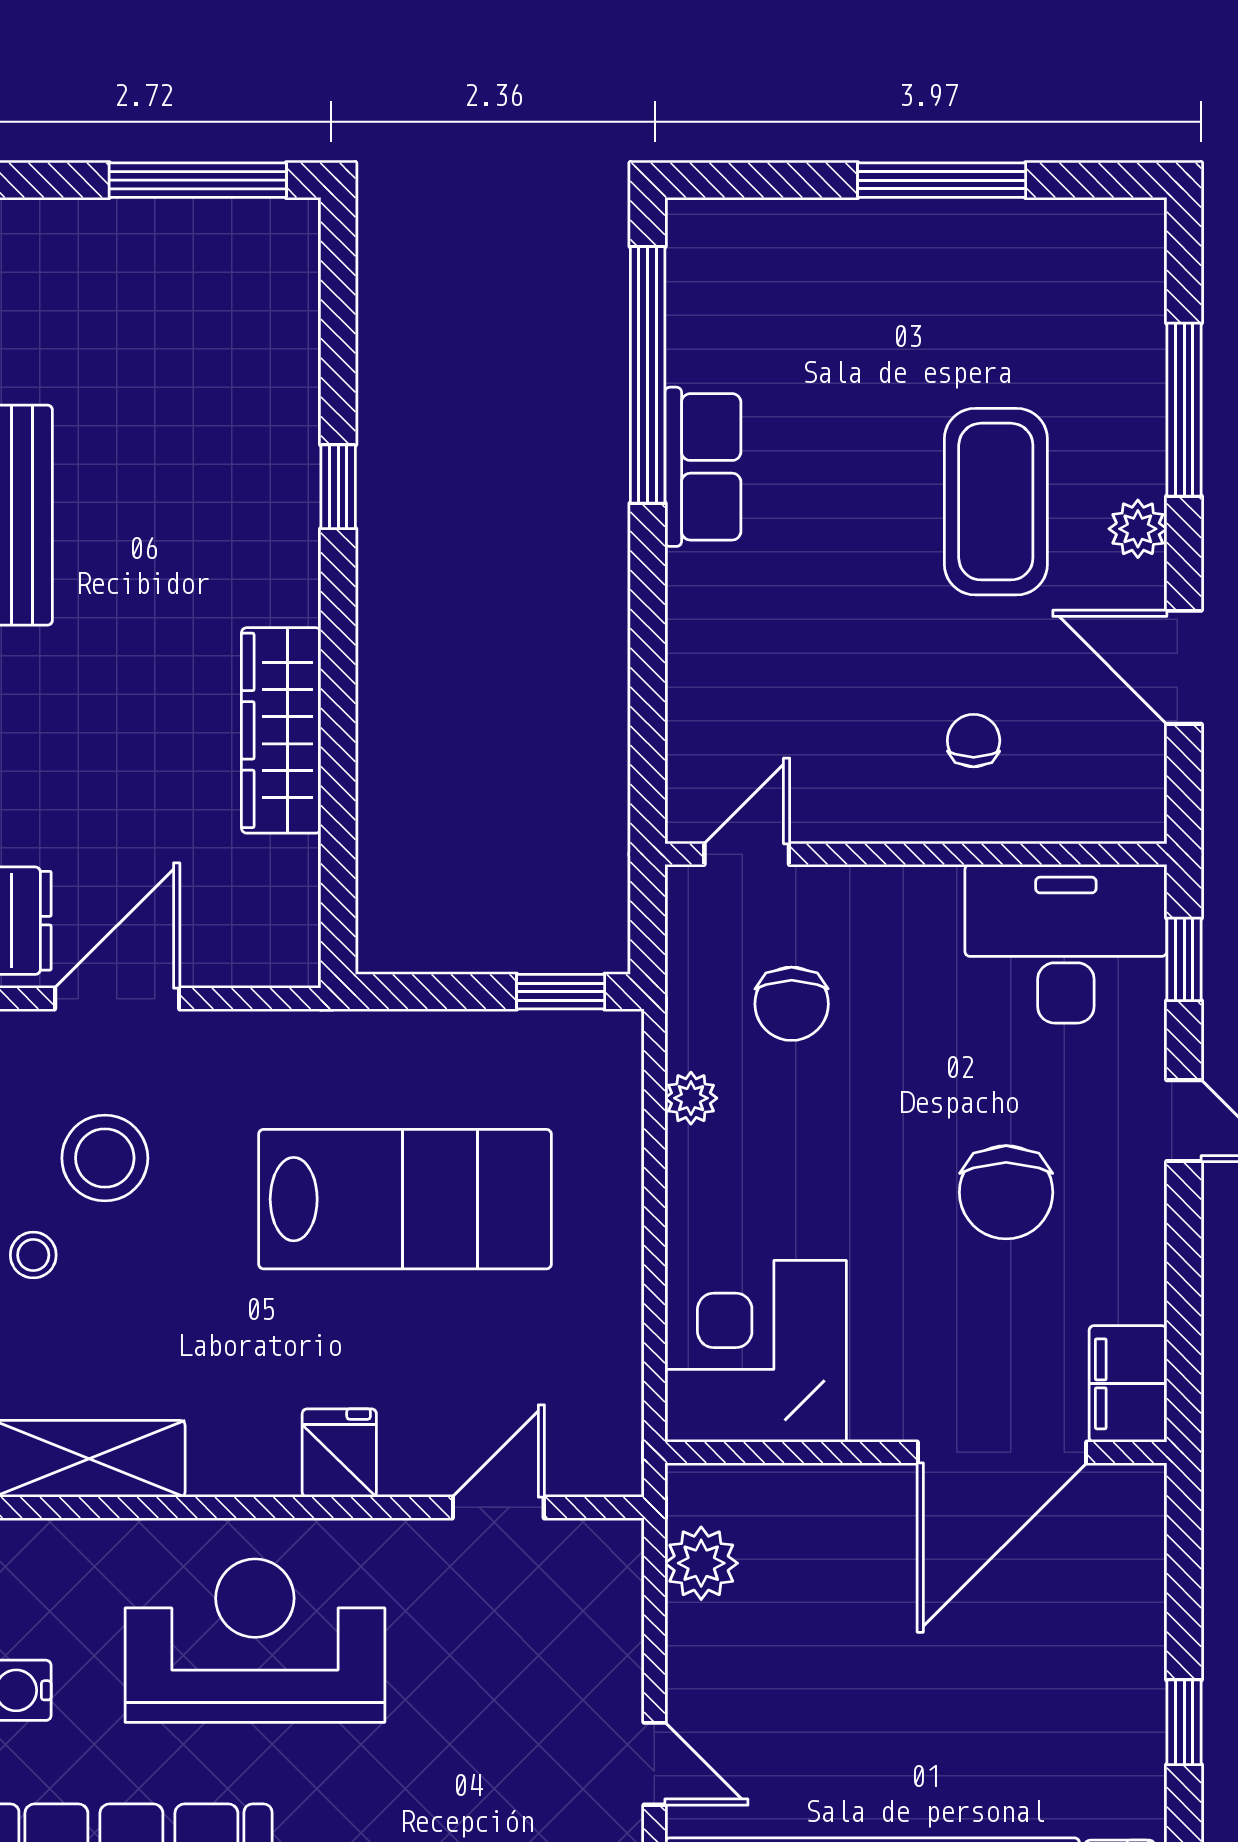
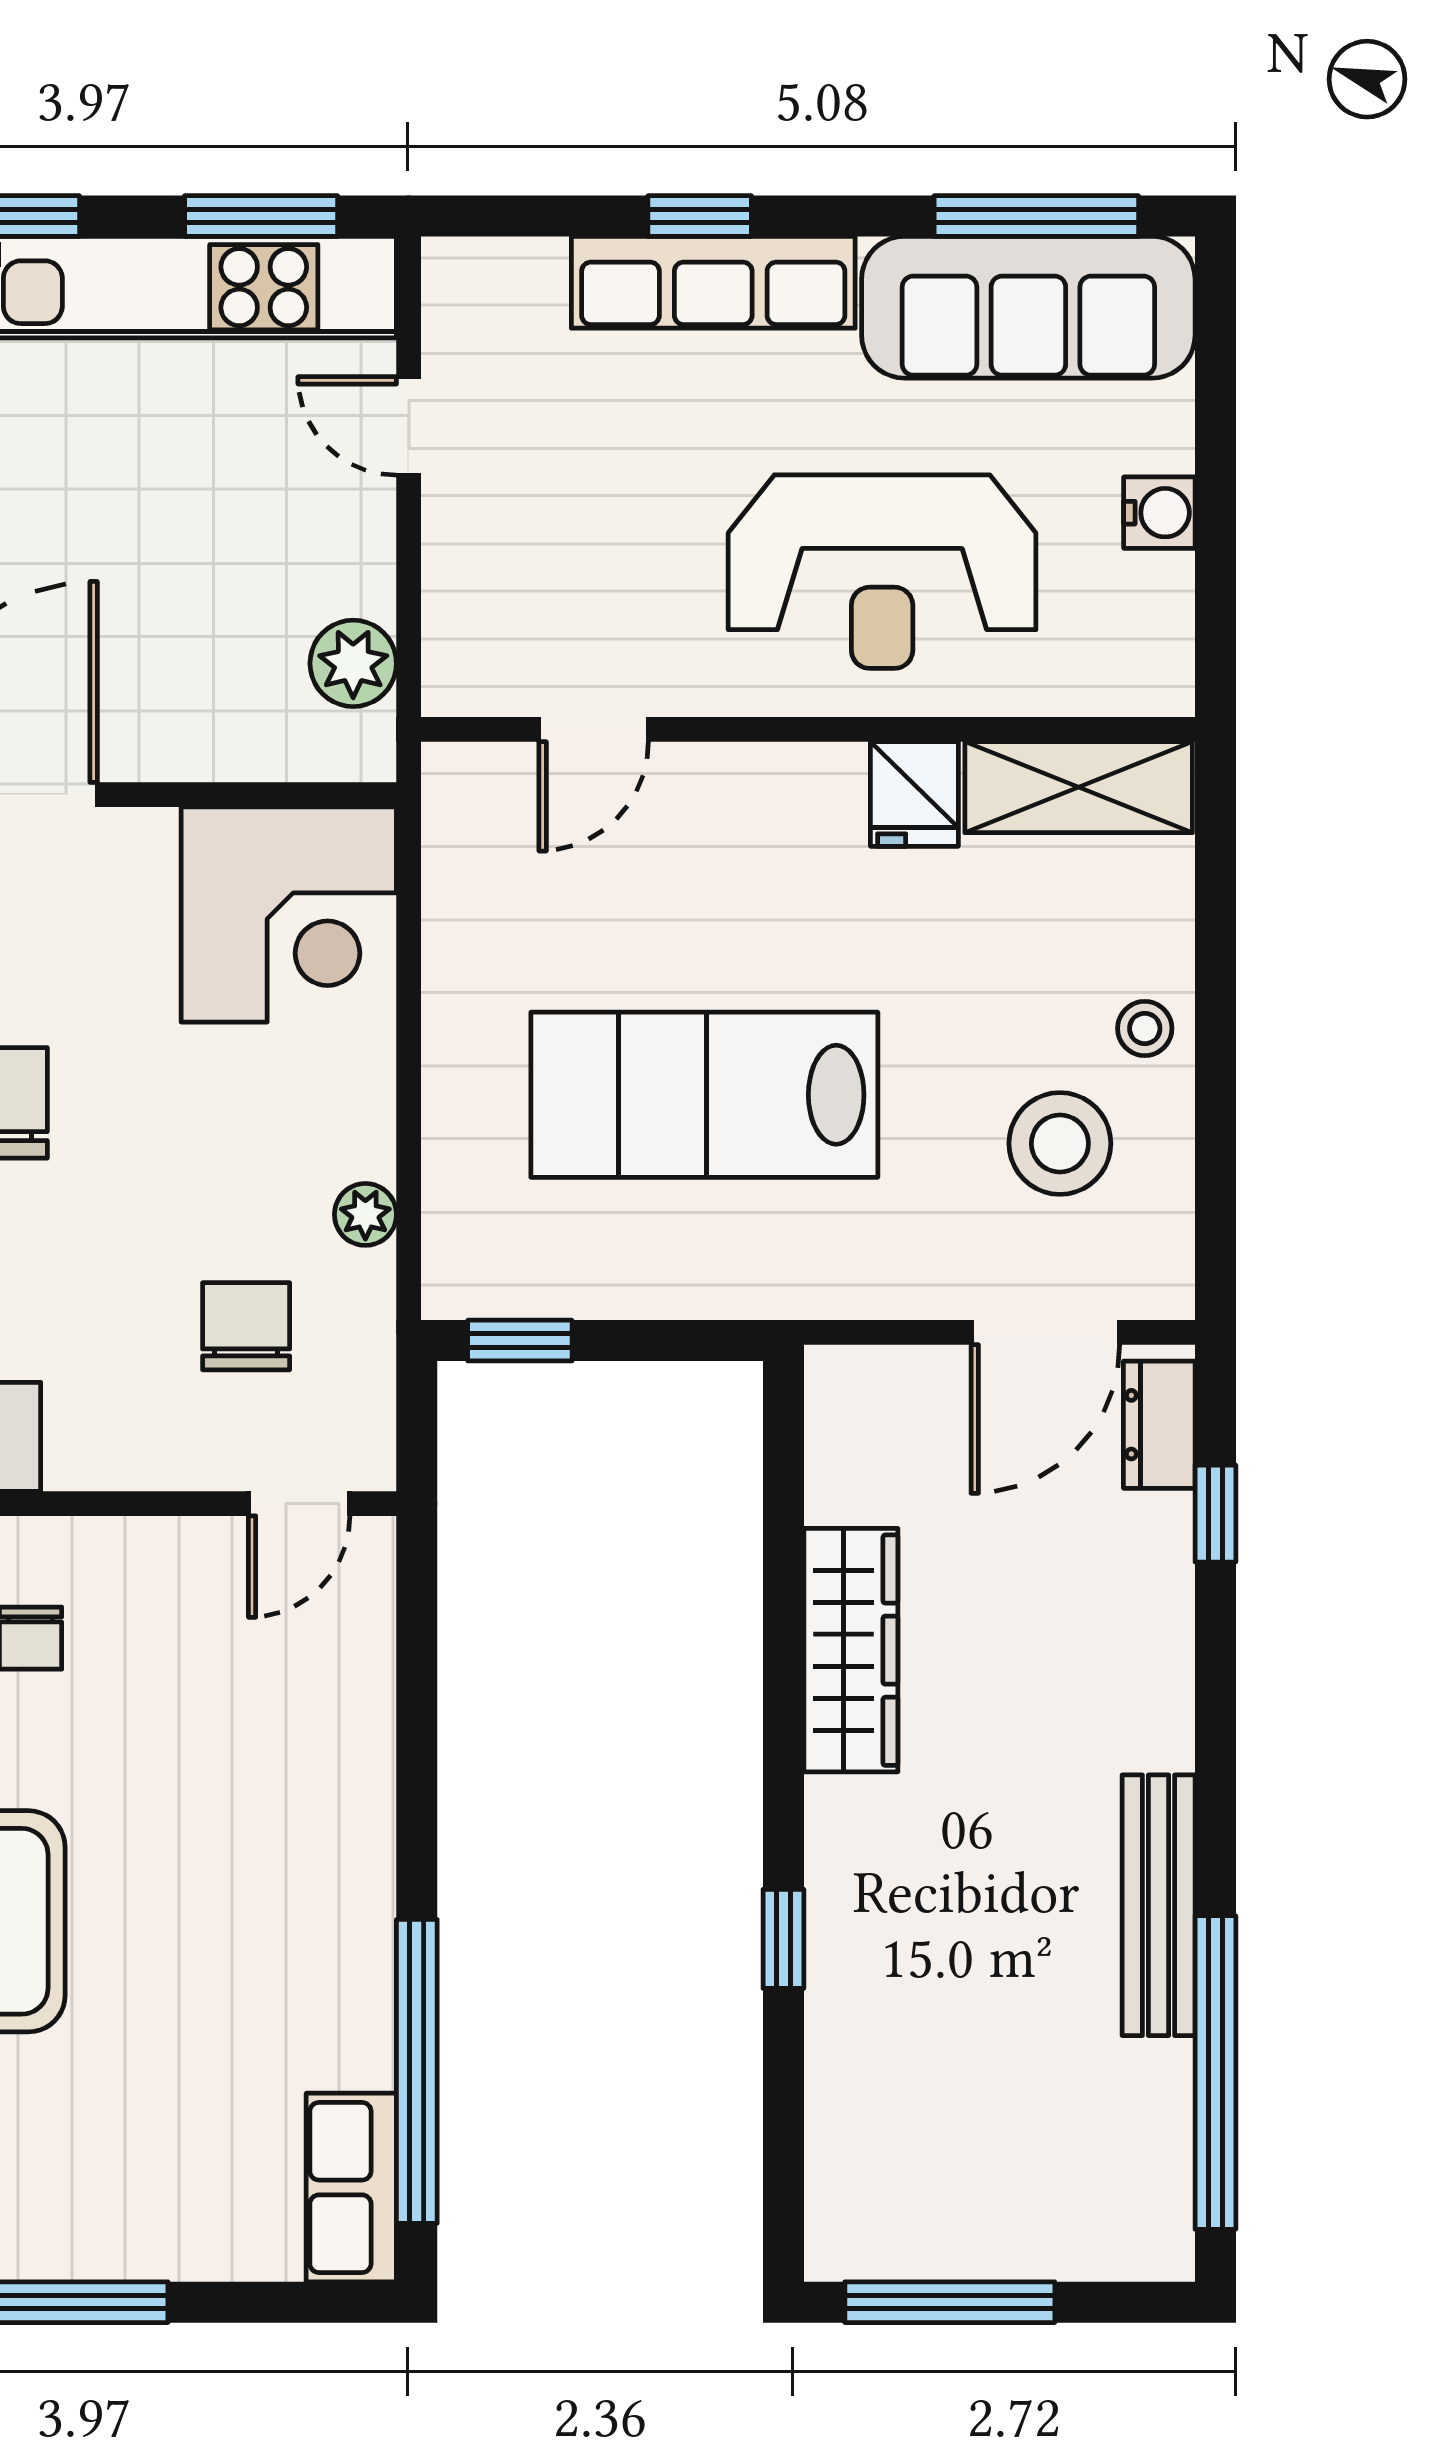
row of seats: (703, 467) -> (351, 2187), moved
fridge: (339, 1453) -> (914, 794), moved

